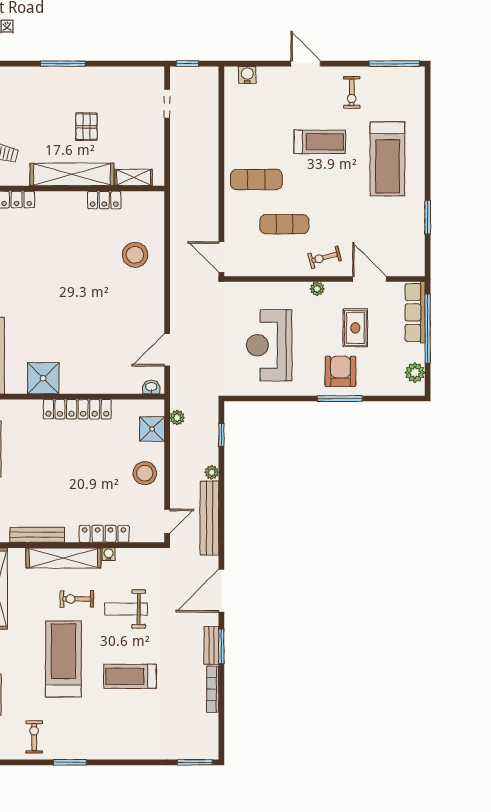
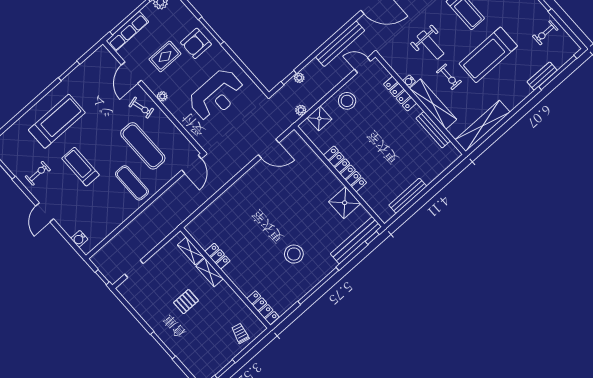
shelving: (72, 174) -> (210, 272), width x0.45, depth x0.75
exercise mat: (284, 224) -> (143, 146), width x1.36, depth x1.45
stool: (135, 255) -> (294, 254), moved
washbasin: (151, 387) -> (297, 139), removed
plant: (212, 472) -> (299, 78), moved

